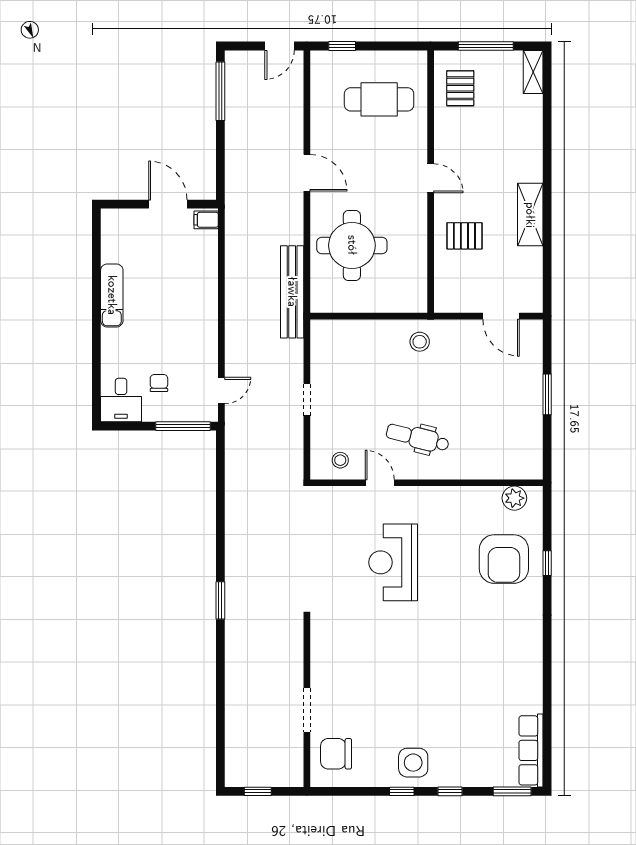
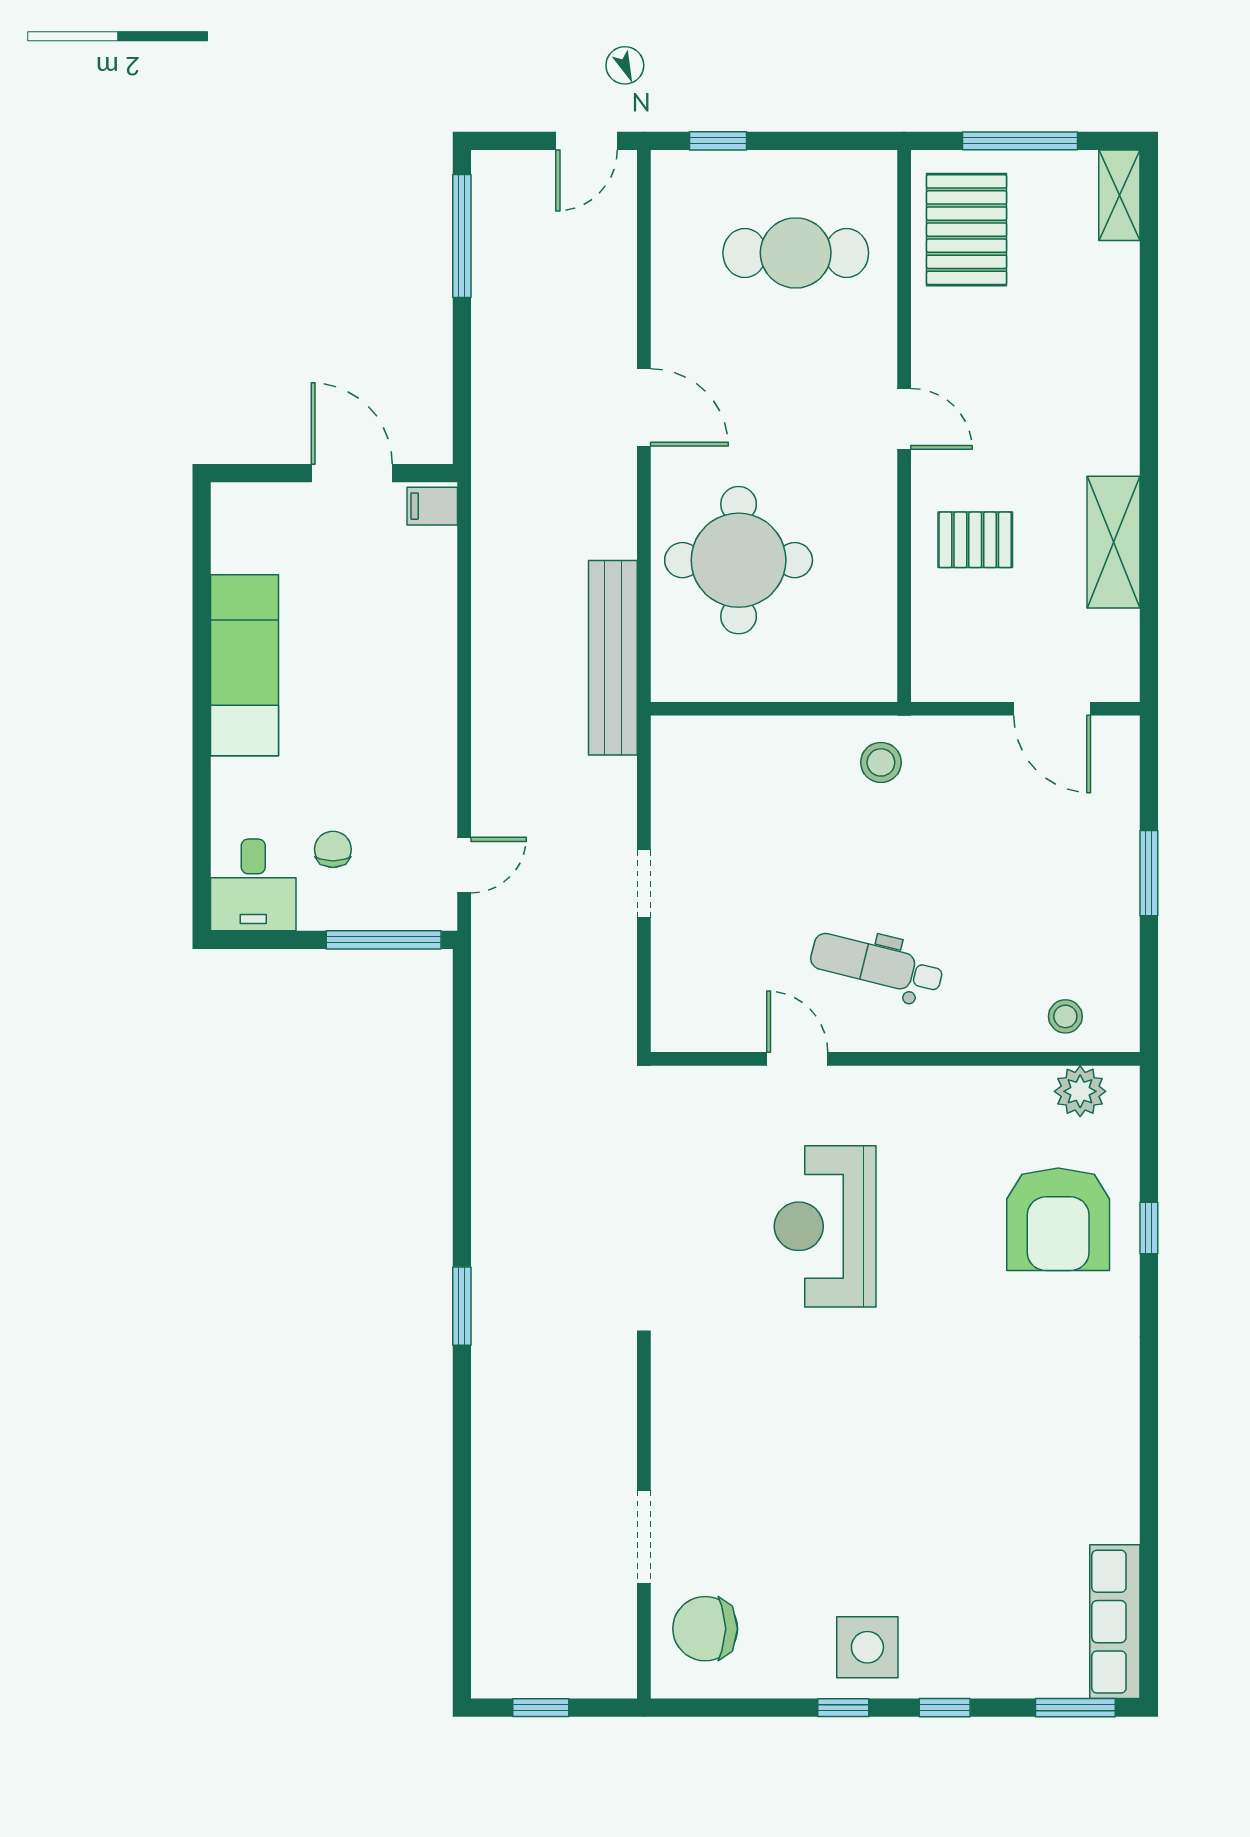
pallet: (460, 88) -> (967, 230), width x1.50, depth x1.42
shelving: (530, 215) -> (1113, 542), moved
exam couch: (112, 295) -> (244, 665), width x1.36, depth x1.45
stool: (340, 460) -> (1065, 1016), moved

